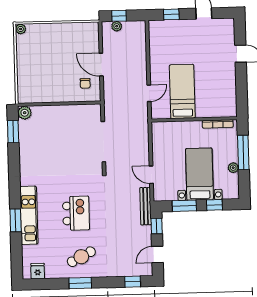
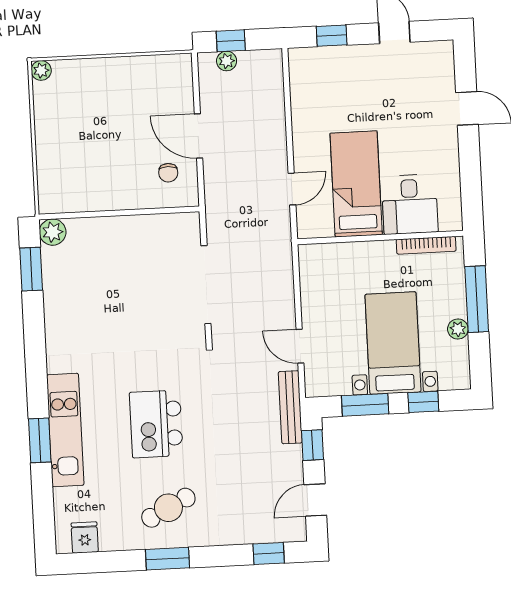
desk: (210, 103) -> (410, 204), added
kitchen island: (76, 213) -> (156, 424), turned 180

